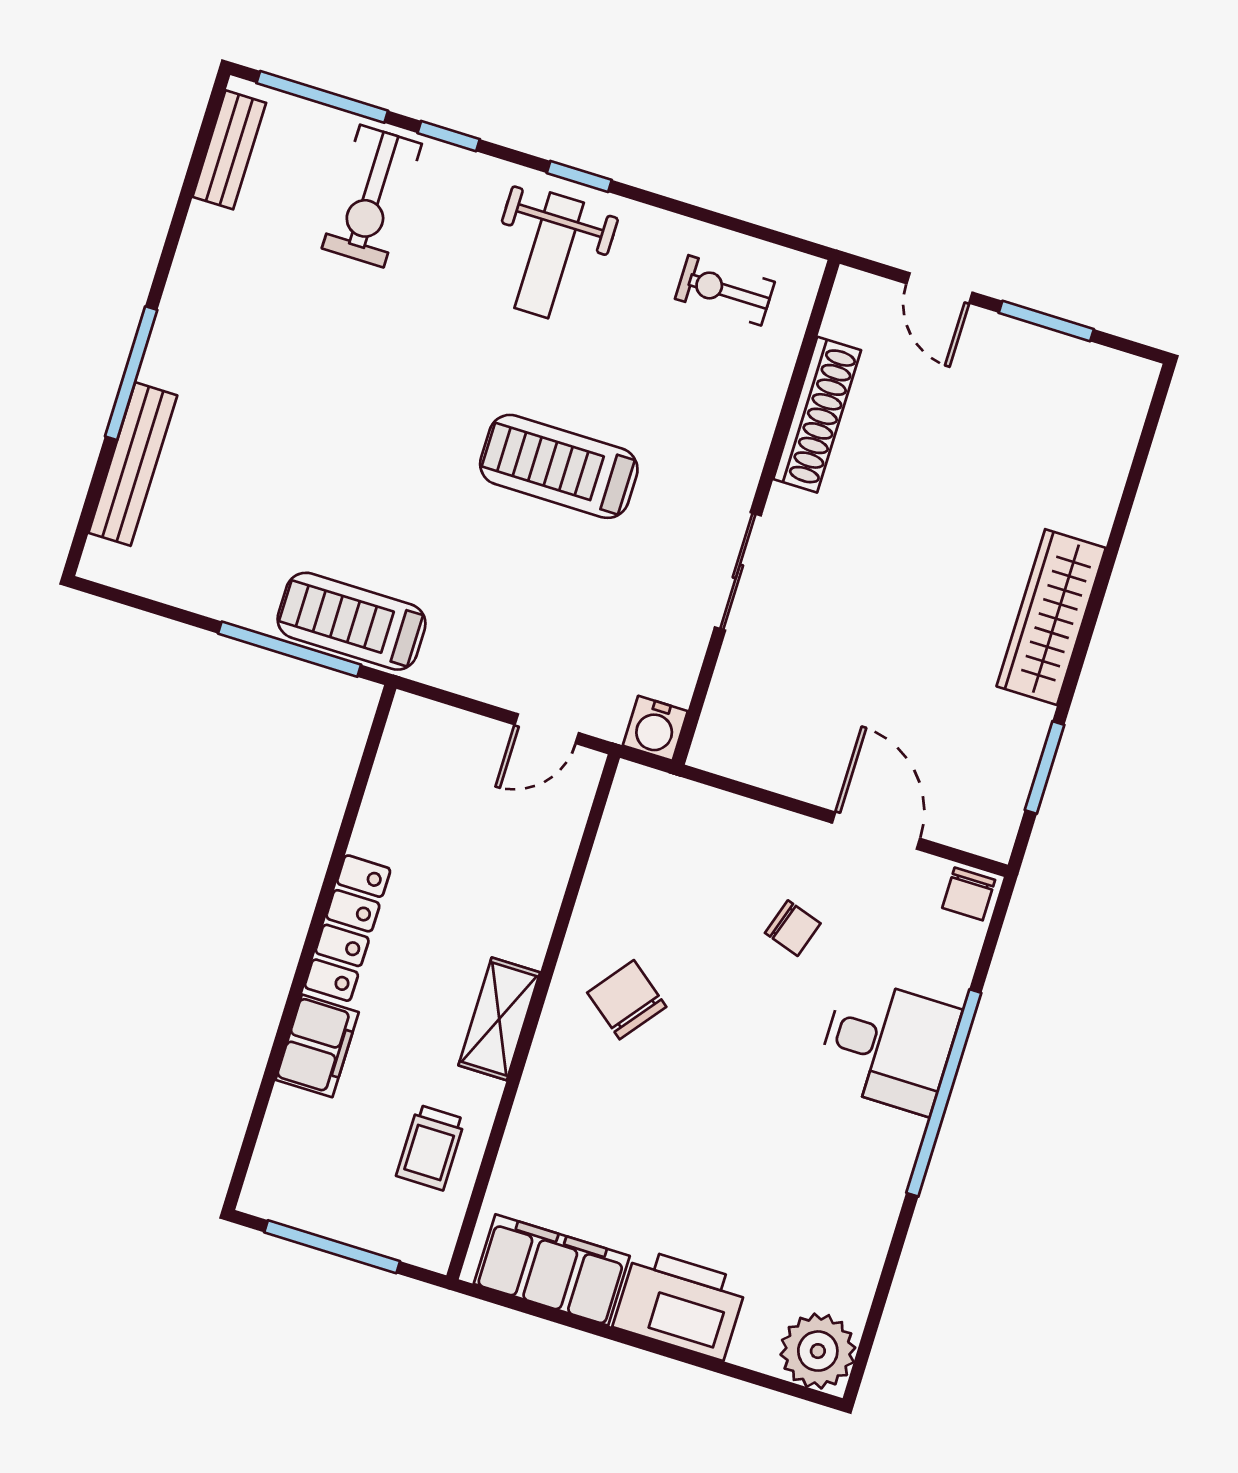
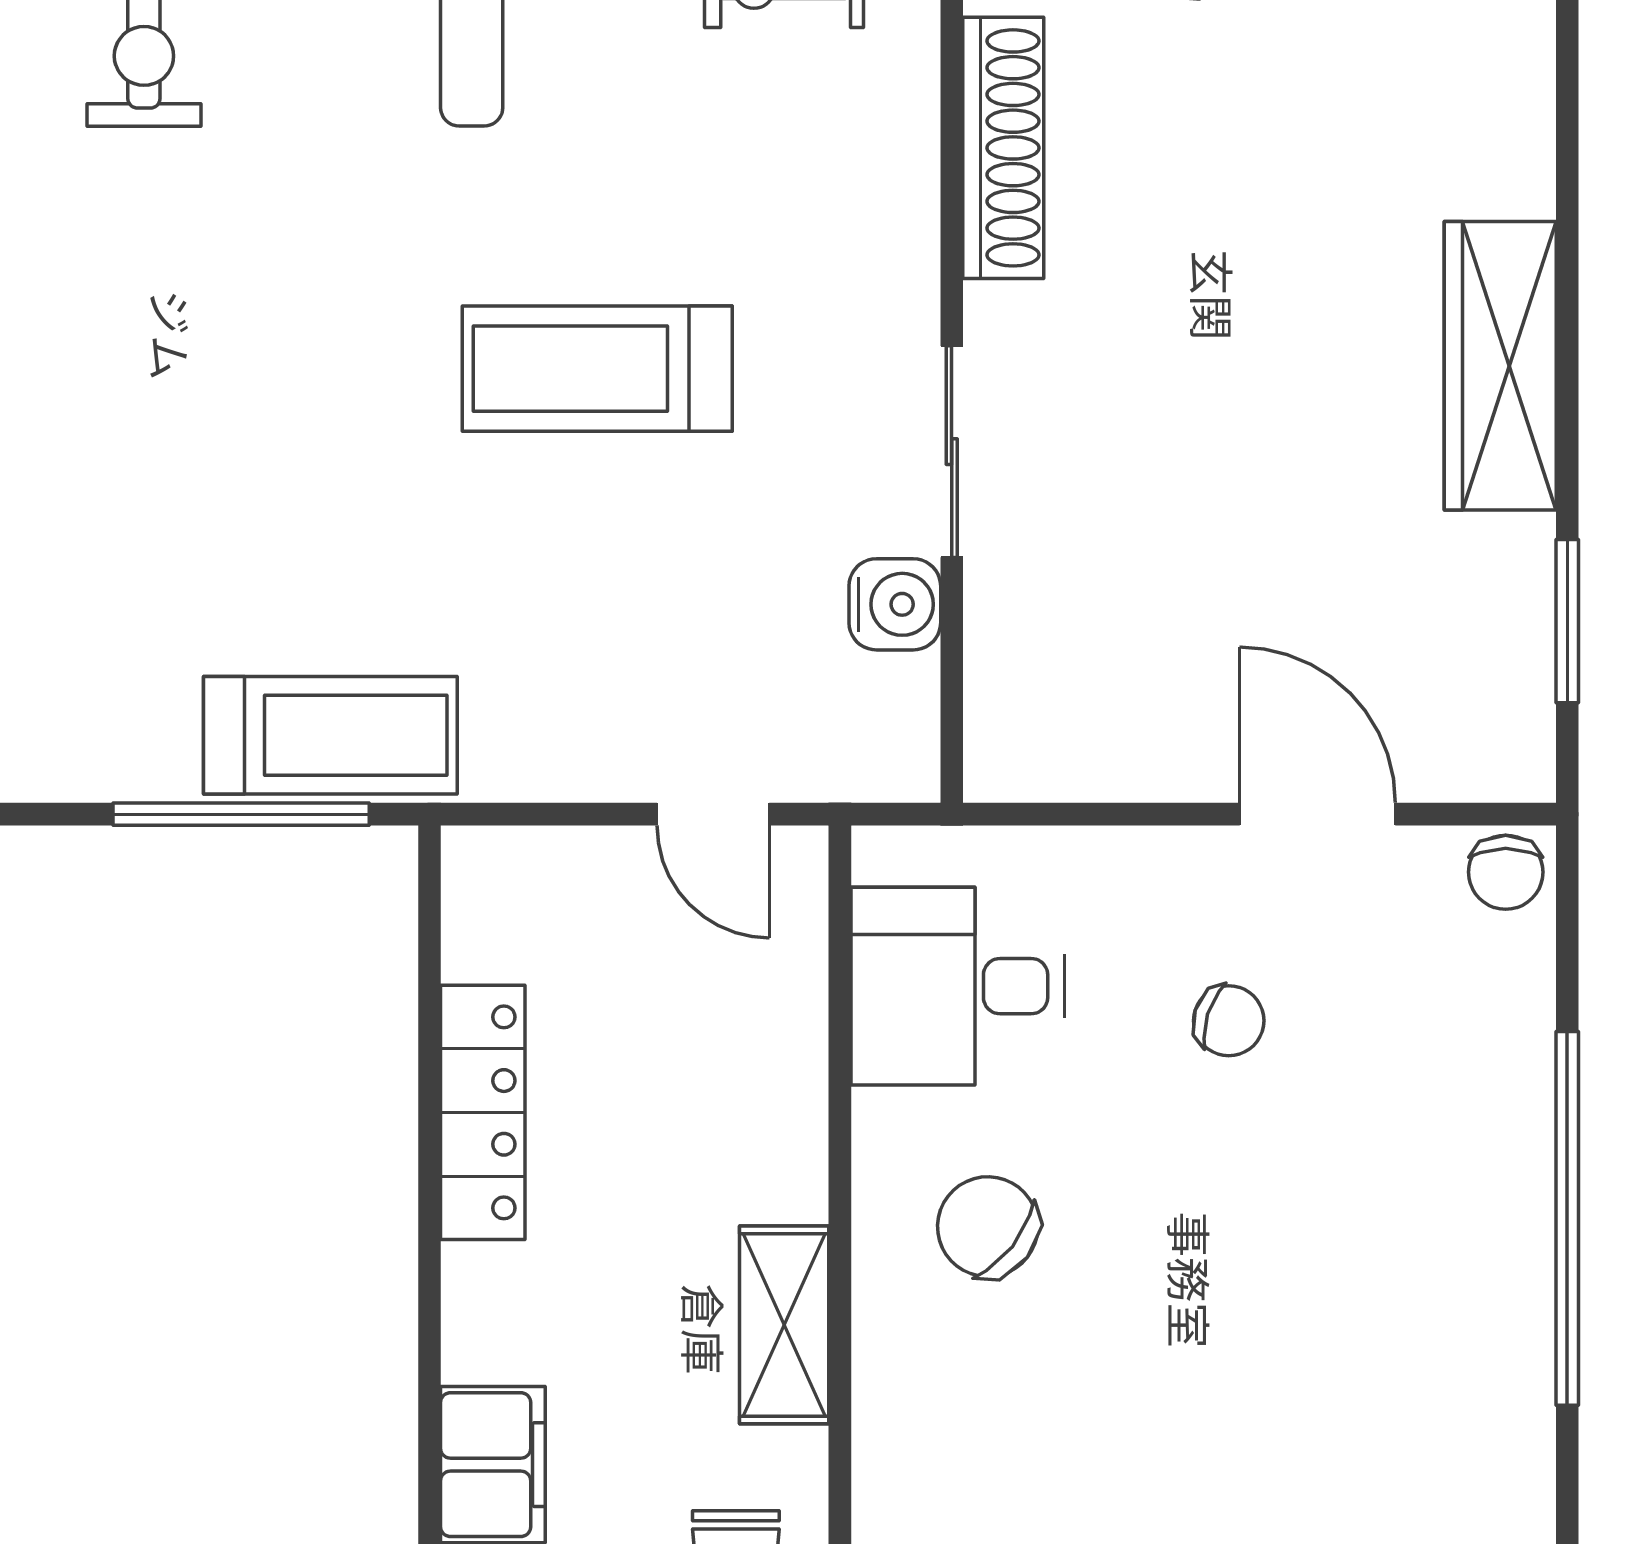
treadmill: (352, 621) -> (330, 735), turned 180
water cooler: (655, 728) -> (895, 604), moved, turned -90
door: (547, 729) -> (713, 814), hinge flipped
locker: (348, 928) -> (483, 1112), moved
desk: (888, 1046) -> (958, 986), moved, turned 180

